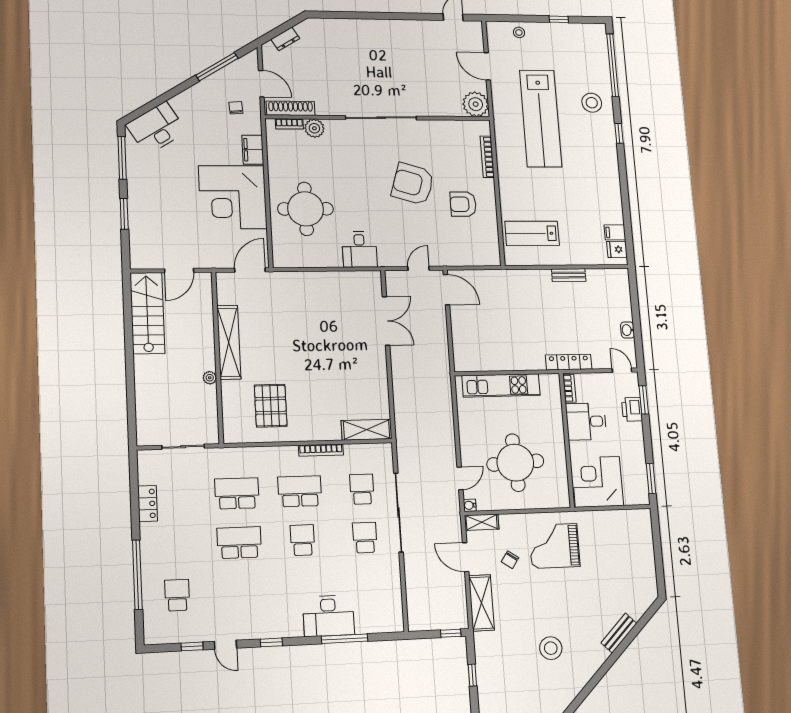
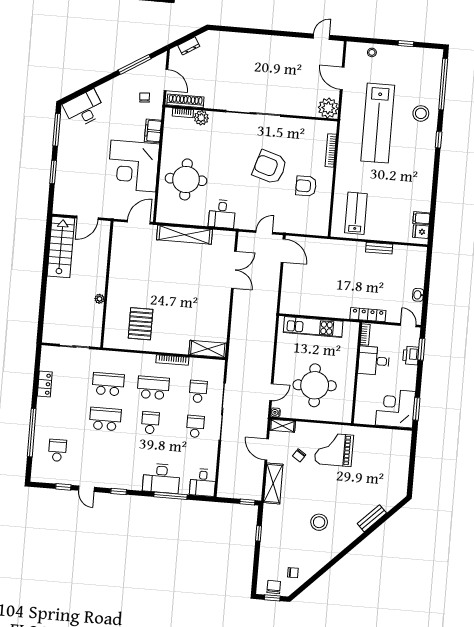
lab bench: (532, 233) -> (356, 213), turned 90
shelving: (229, 342) -> (185, 235), moved, turned 90
corner desk: (597, 482) -> (395, 408), moved
desk: (386, 614) -> (203, 482), added

